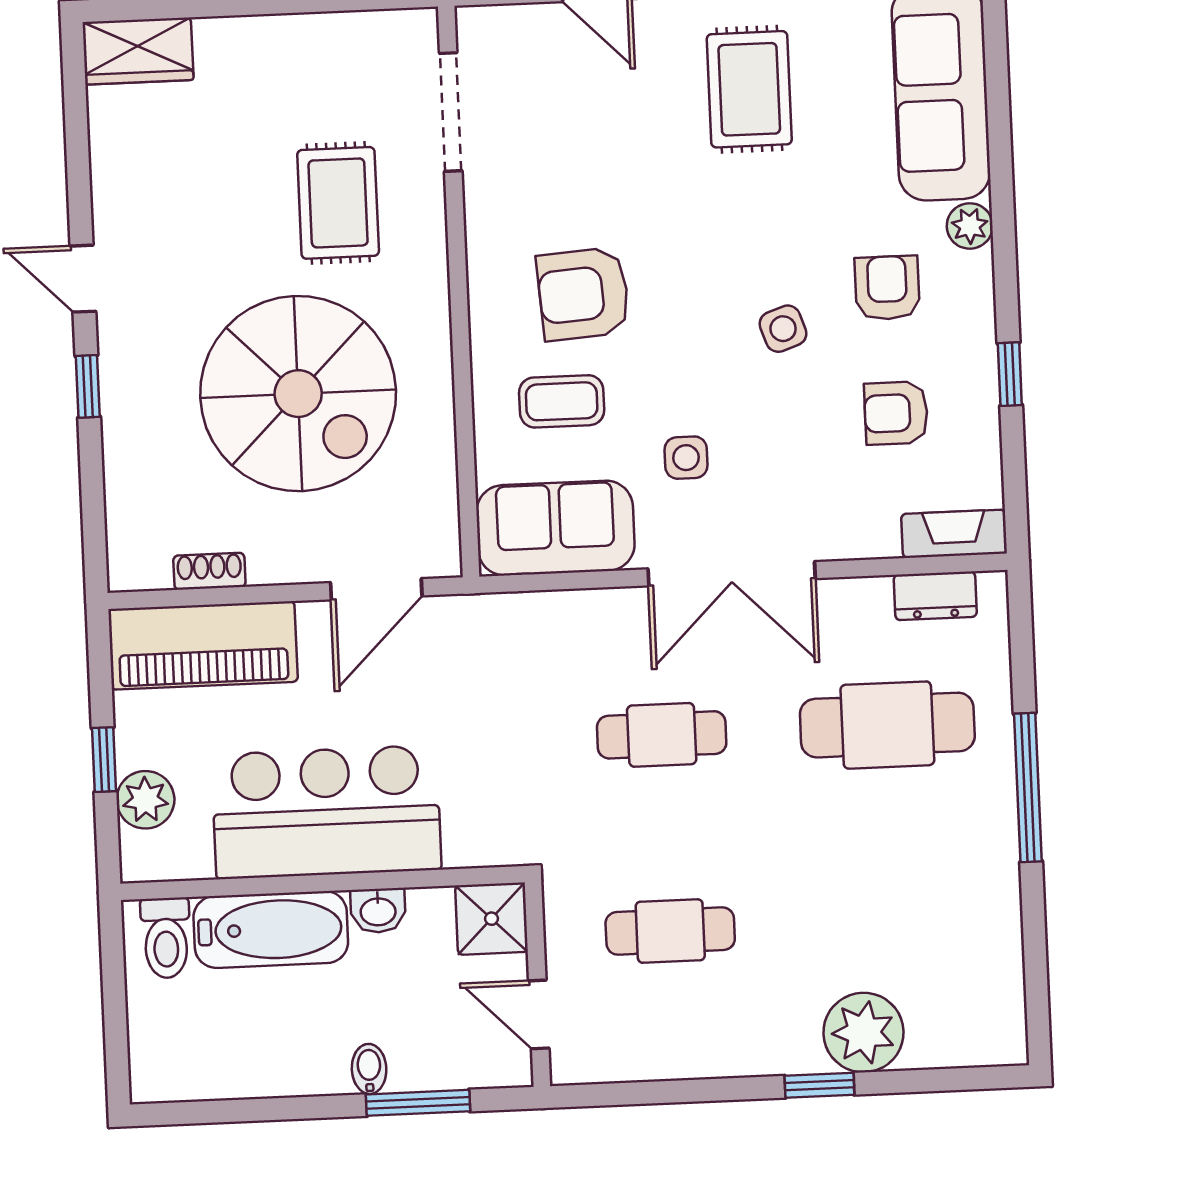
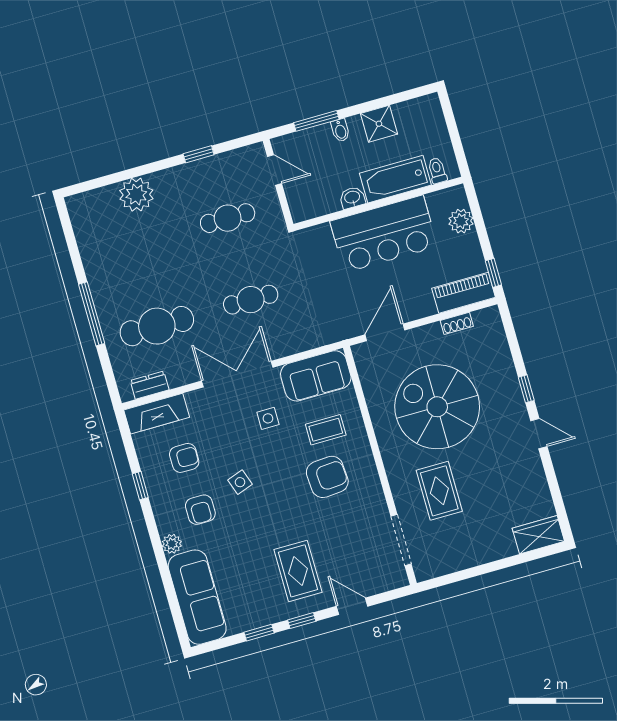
rug: (749, 89) -> (298, 571), moved
fireplace: (954, 534) -> (157, 414), width x1.37, depth x1.32
piano: (203, 645) -> (464, 293), width x0.73, depth x0.75
window: (104, 760) -> (493, 273), moved
shower: (492, 919) -> (379, 124), moved
toilet: (166, 938) -> (437, 171), width x0.73, depth x0.72
window: (819, 1085) -> (199, 154), moved

